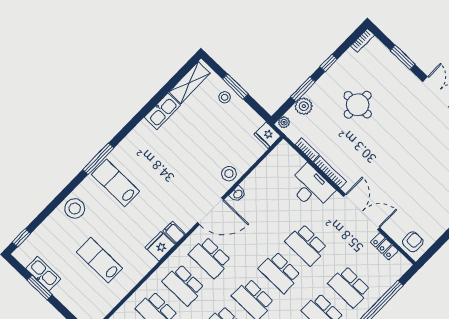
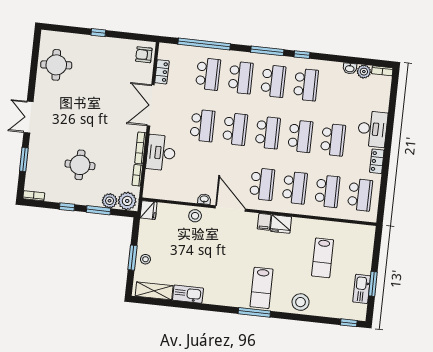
plant: (284, 122) -> (127, 201), width x1.88, depth x1.88

